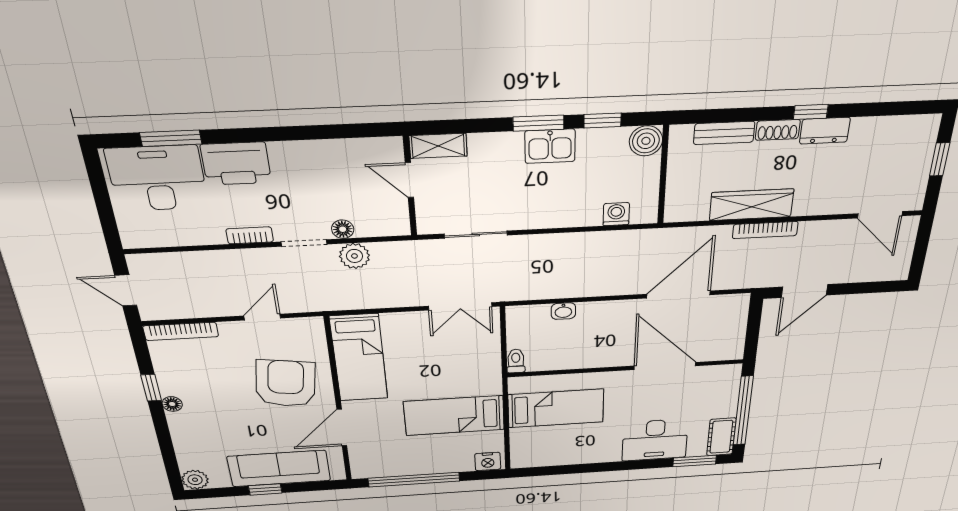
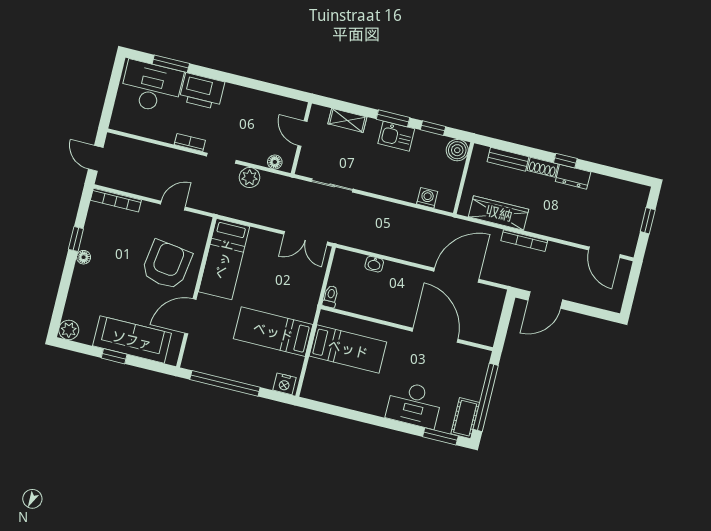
shelving: (438, 146) -> (347, 120), moved
wardrobe: (751, 205) -> (499, 213), moved
floor lamp: (343, 229) -> (275, 162), moved

